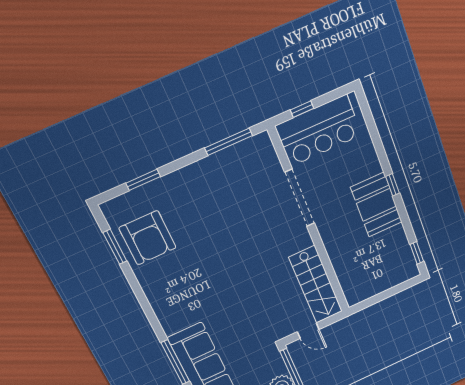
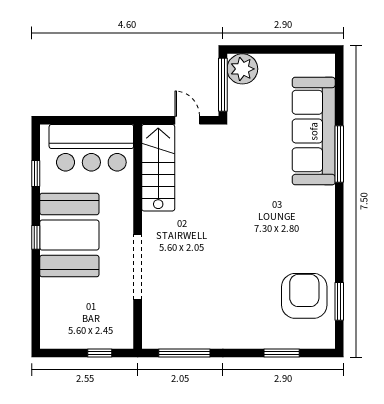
bar counter: (319, 131) -> (91, 148), moved, turned 180
booth: (376, 205) -> (69, 235), width x1.36, depth x1.42
window: (417, 253) -> (36, 174), moved

